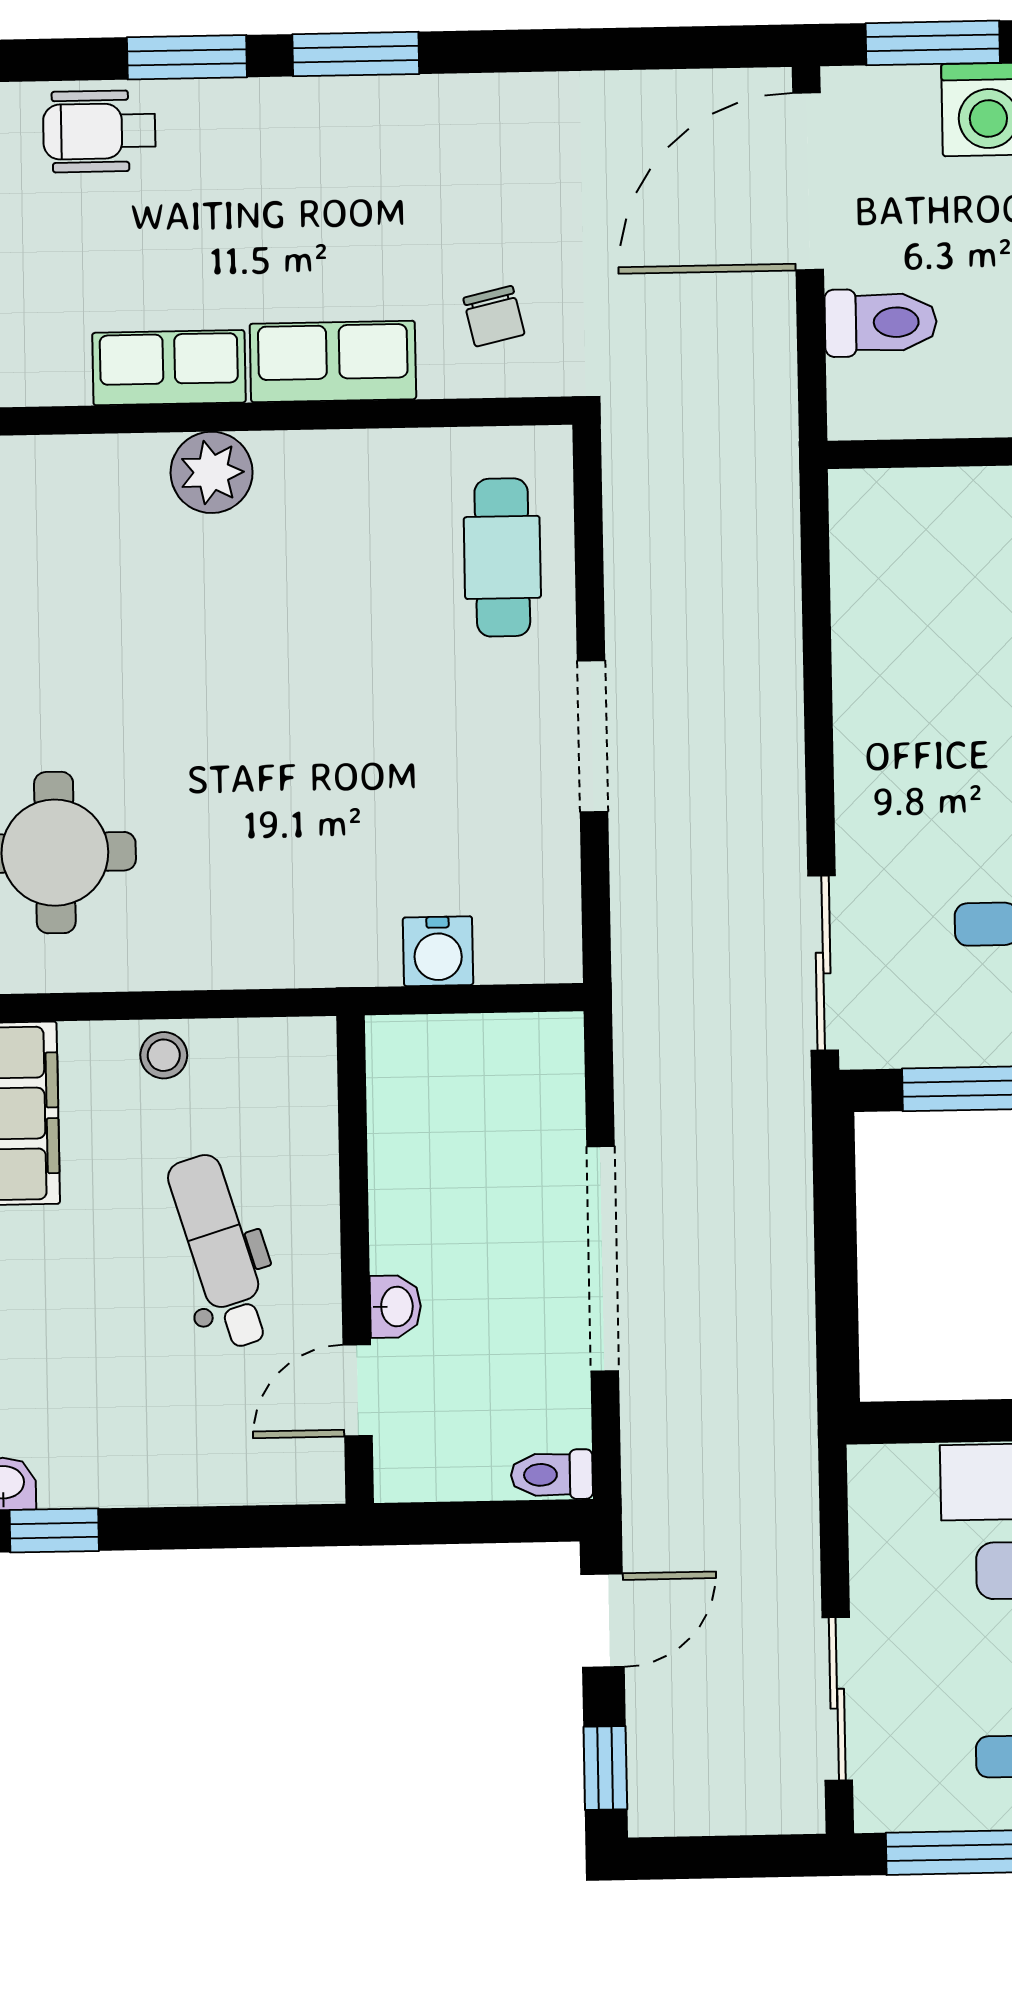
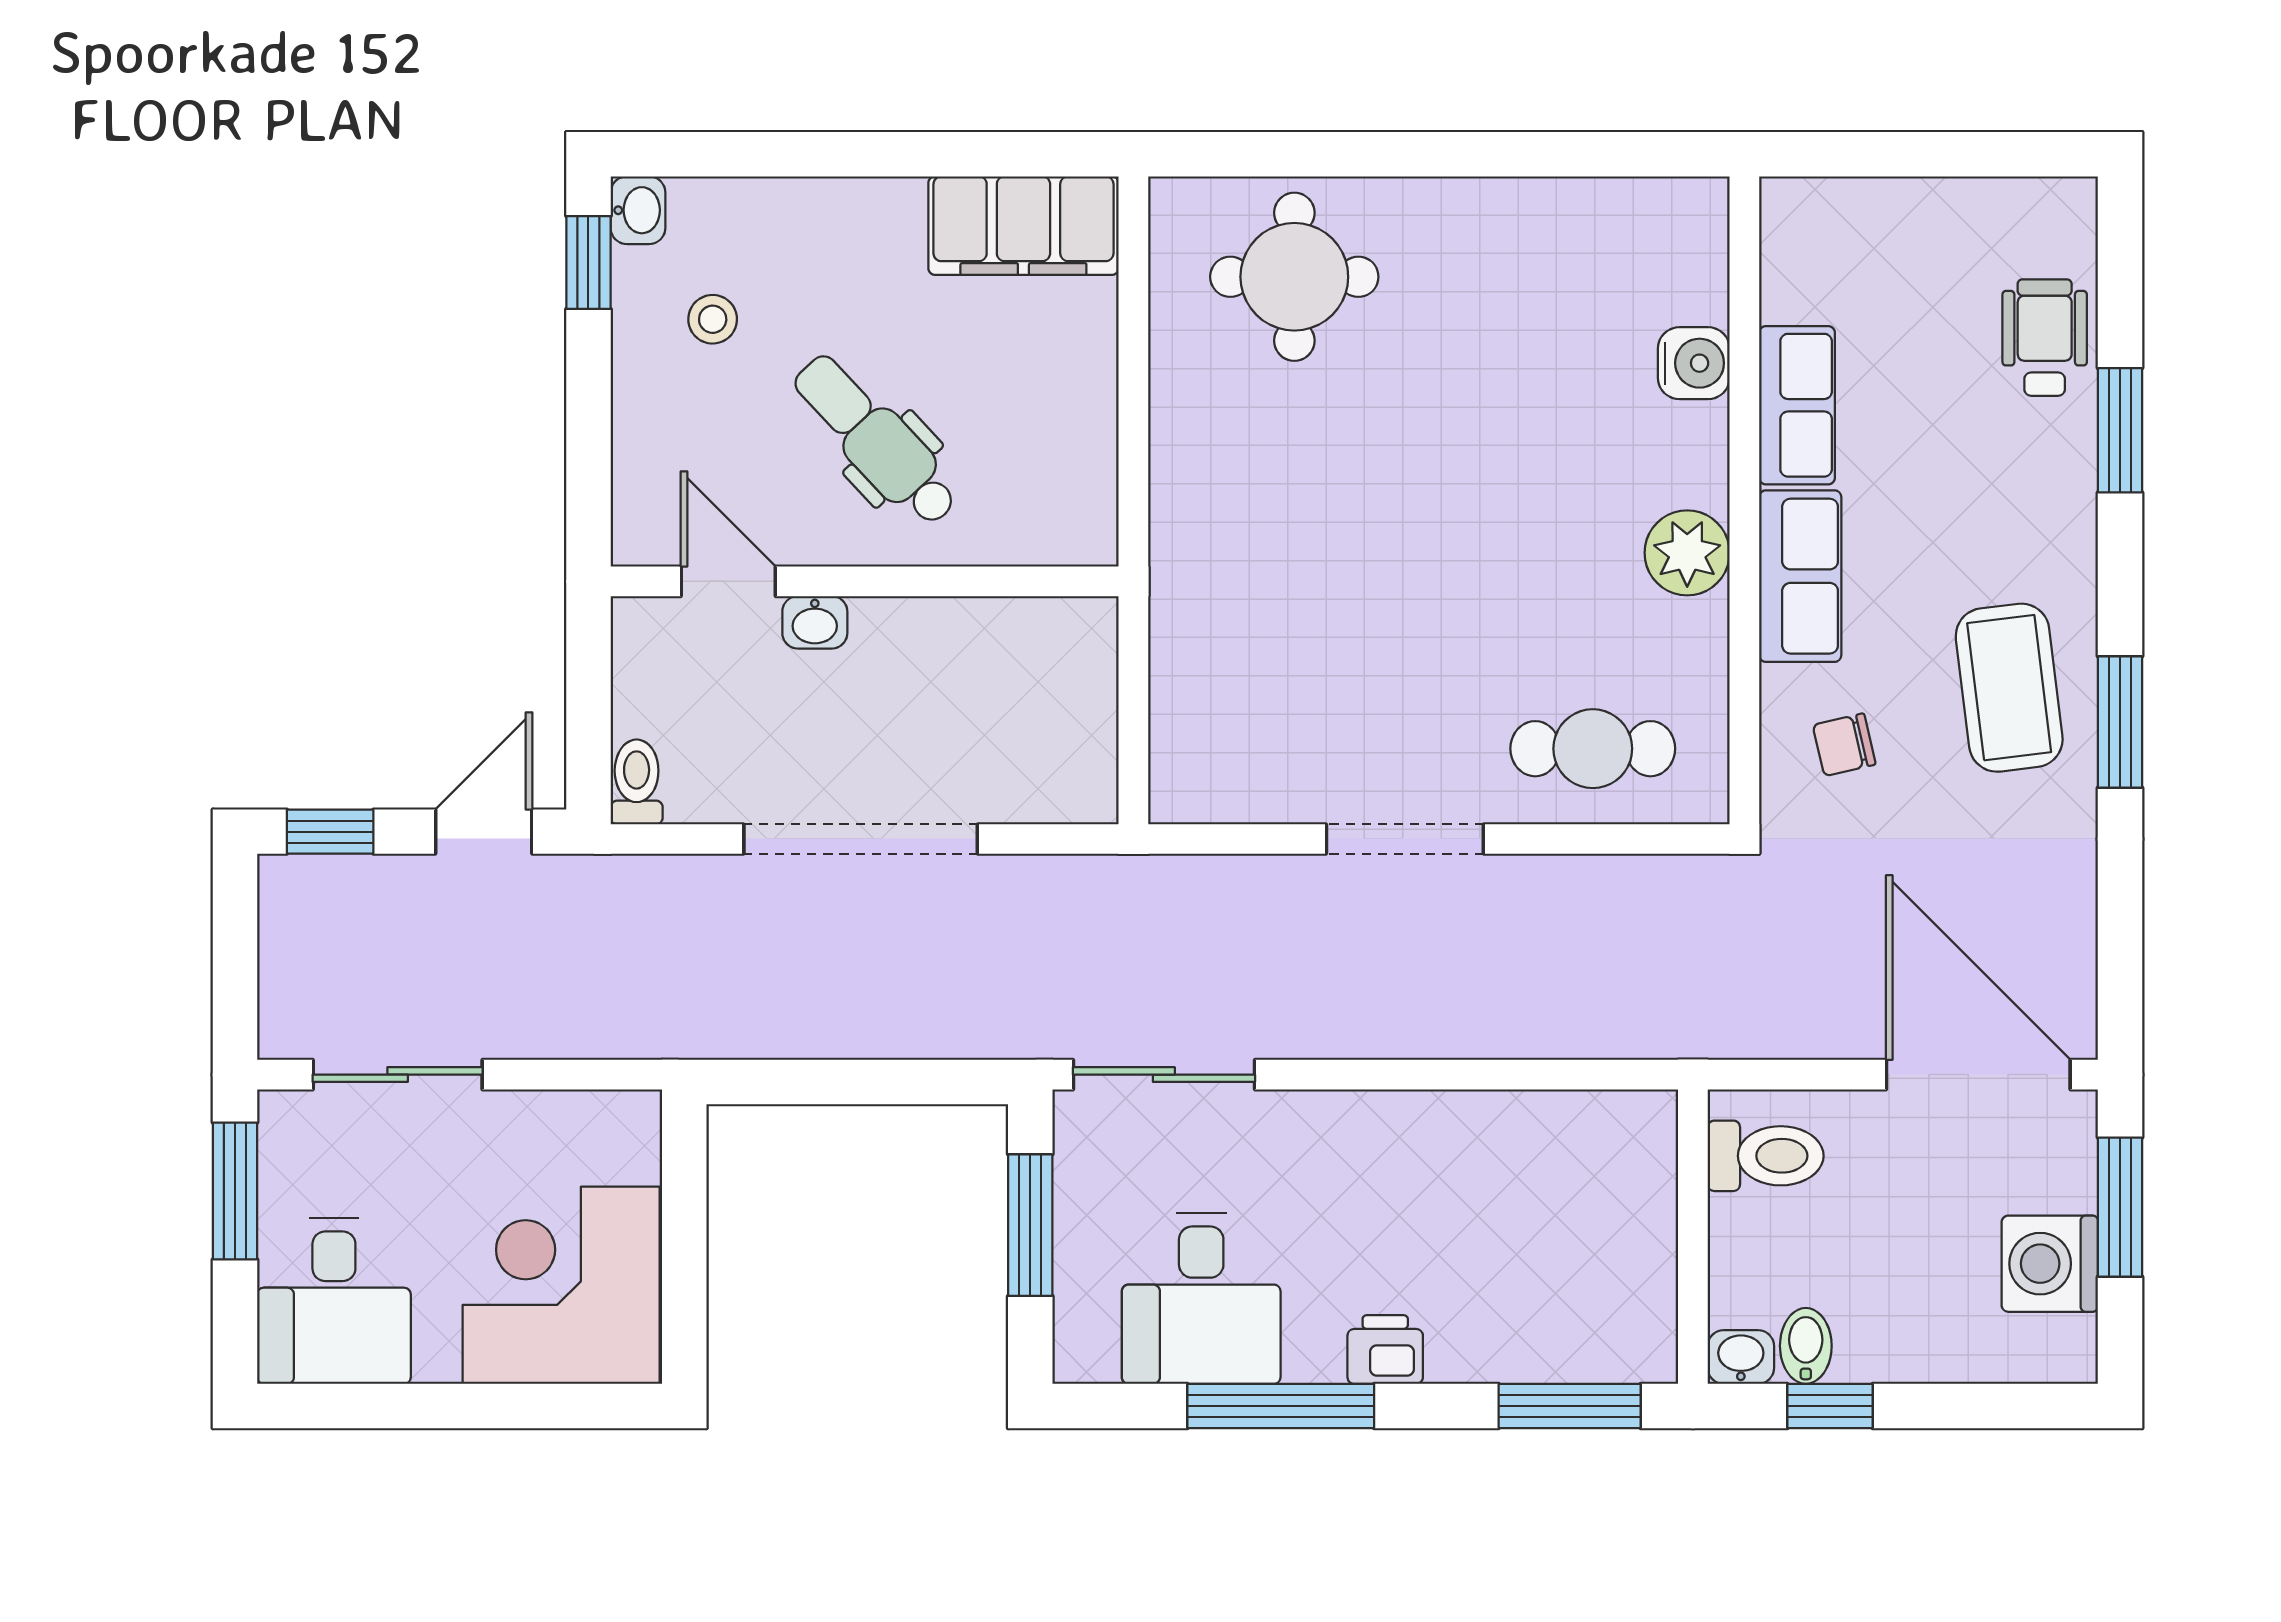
window: (356, 54) -> (2120, 722), moved
coffee table: (436, 159) -> (2009, 688), added
toilet: (881, 322) -> (1766, 1156), moved, turned -90
plant: (212, 472) -> (1687, 553), moved
water cooler: (438, 951) -> (1694, 363), moved, turned 180
stool: (164, 1055) -> (713, 319), moved
dental chair: (220, 1251) -> (876, 440), turned -116
door: (602, 1620) -> (484, 832), swing flipped

